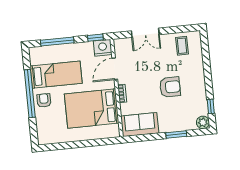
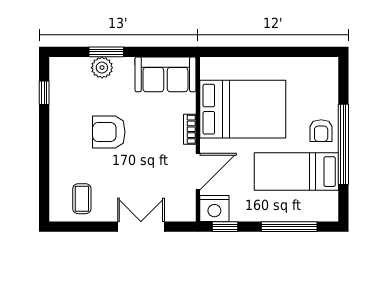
plant: (203, 122) -> (102, 68), moved

